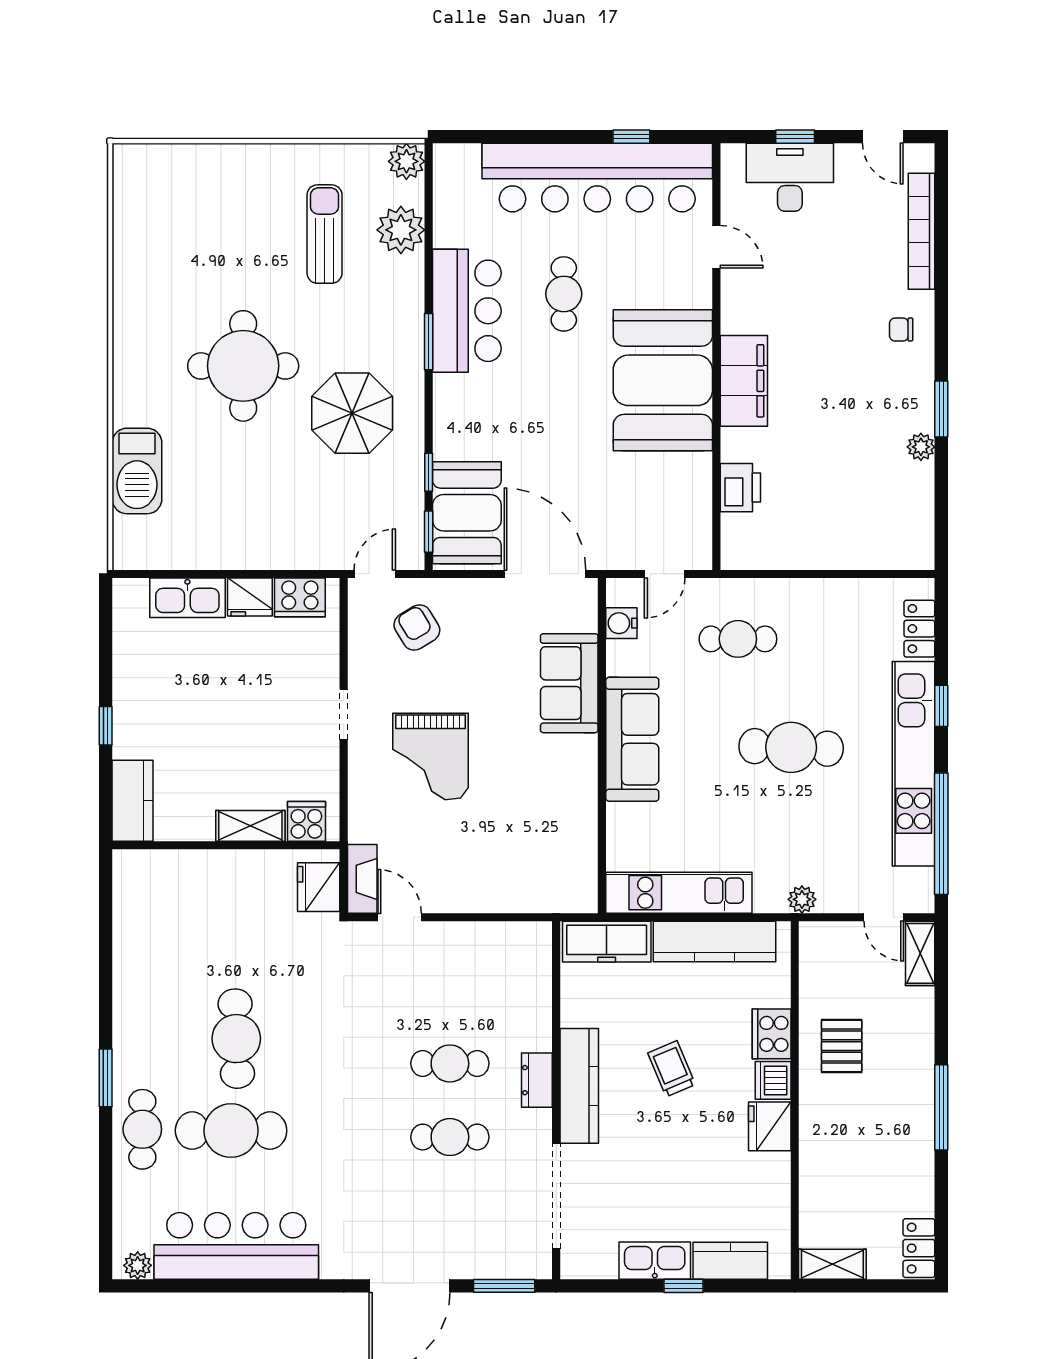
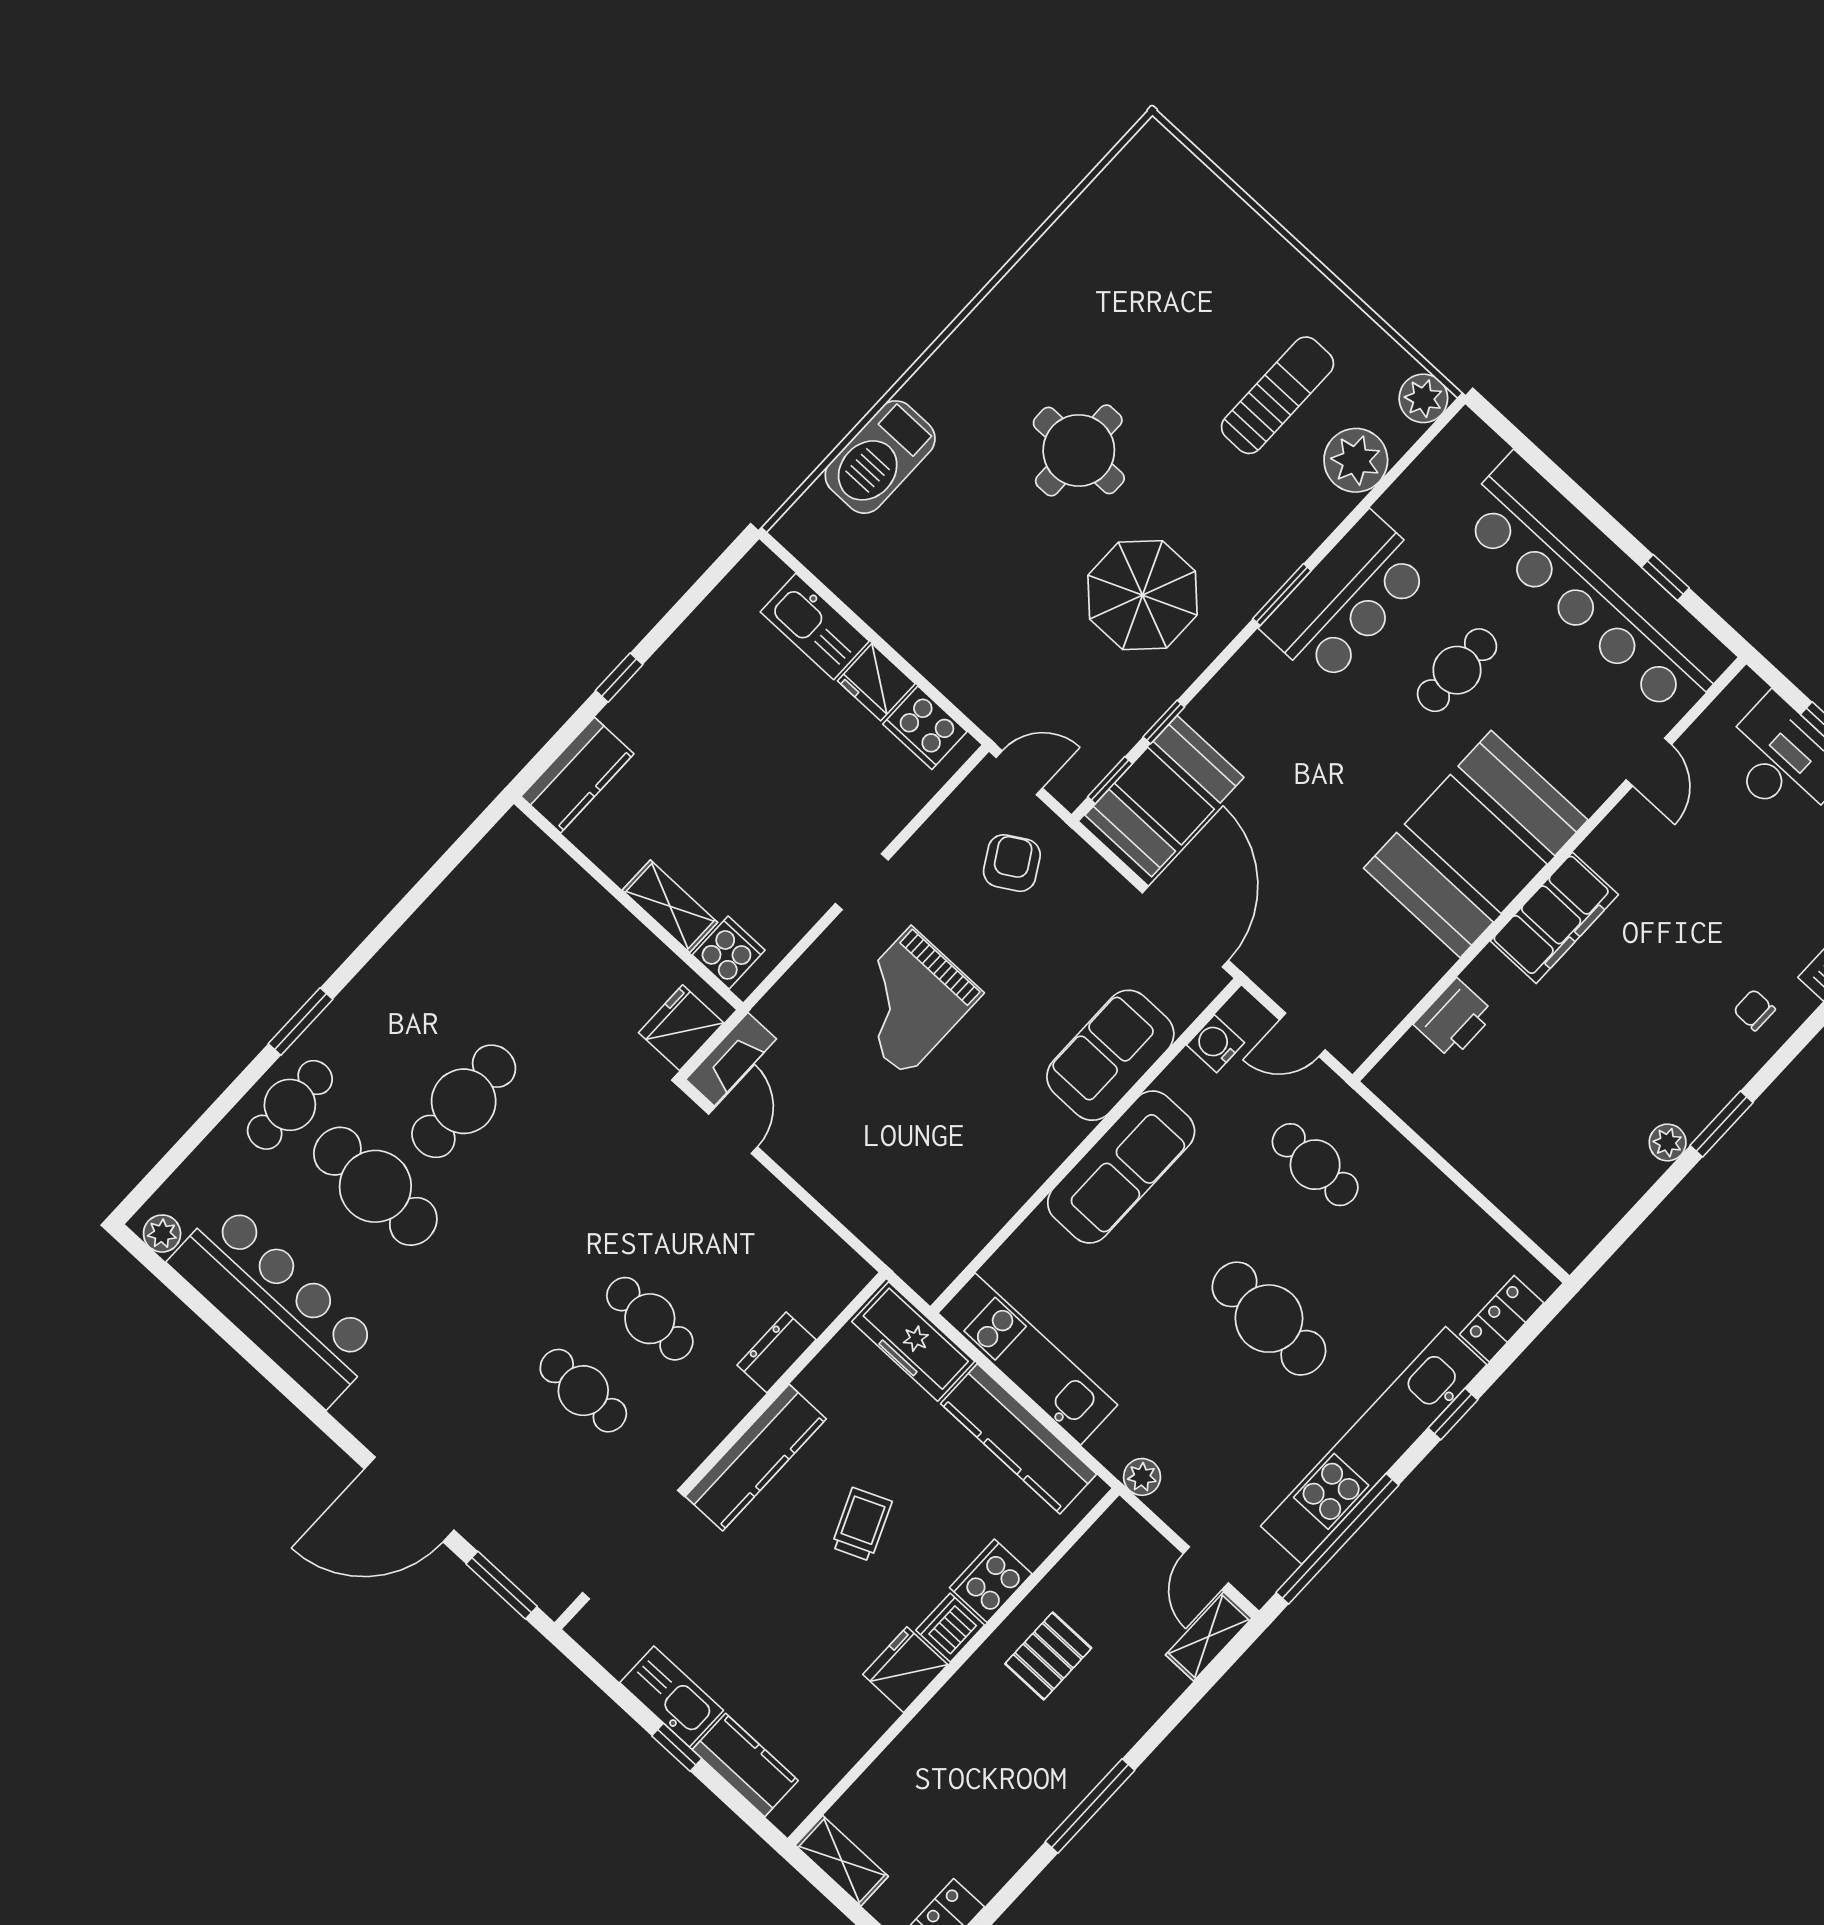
round table: (243, 366) -> (1079, 450), width x0.73, depth x0.73
dresser: (537, 1080) -> (777, 1352), moved

